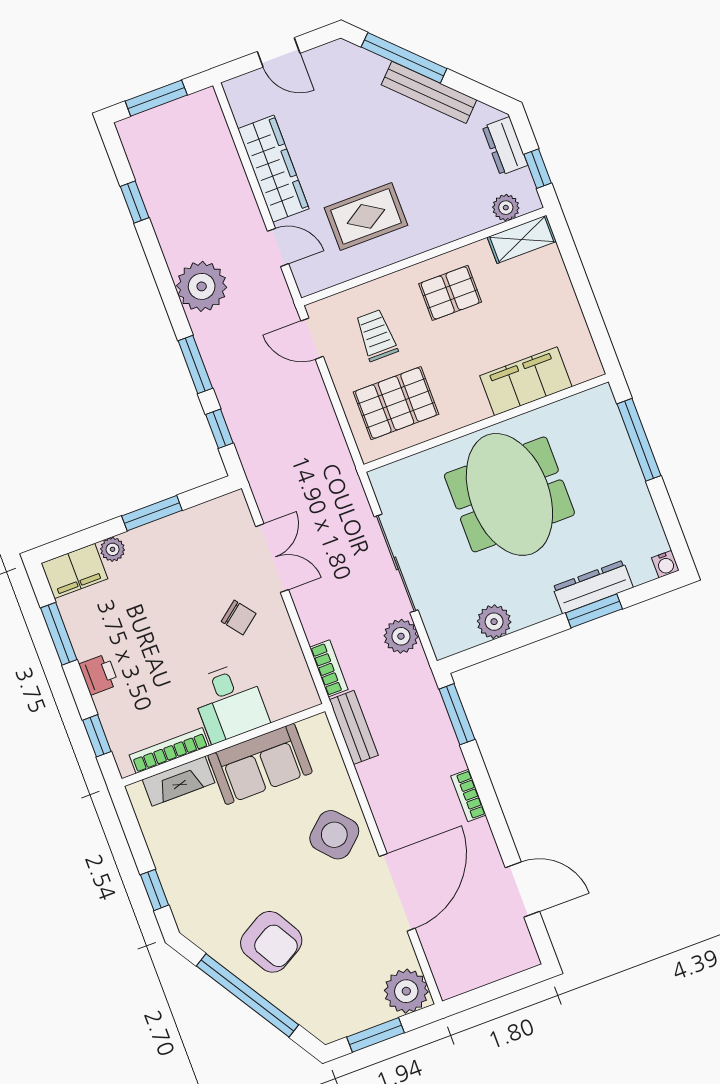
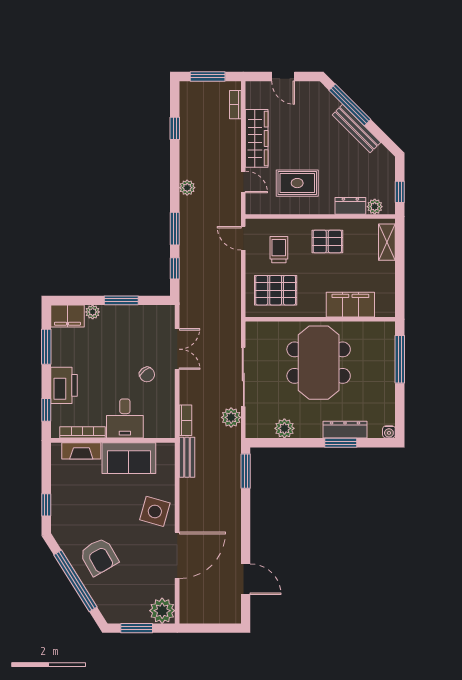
dresser: (505, 146) -> (350, 206), moved, turned 90
shelving: (522, 239) -> (387, 242), moved, turned 90
plant: (202, 286) -> (187, 188), width x0.53, depth x0.53
printer: (99, 674) -> (64, 385), width x1.87, depth x1.48
bookcase: (468, 796) -> (235, 105), moved
side table: (334, 835) -> (155, 511), turned -32

